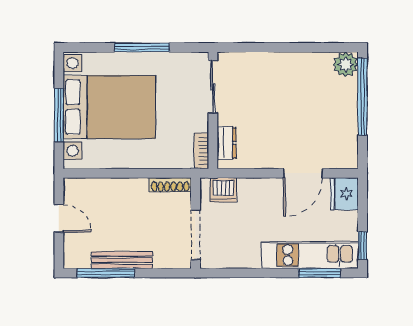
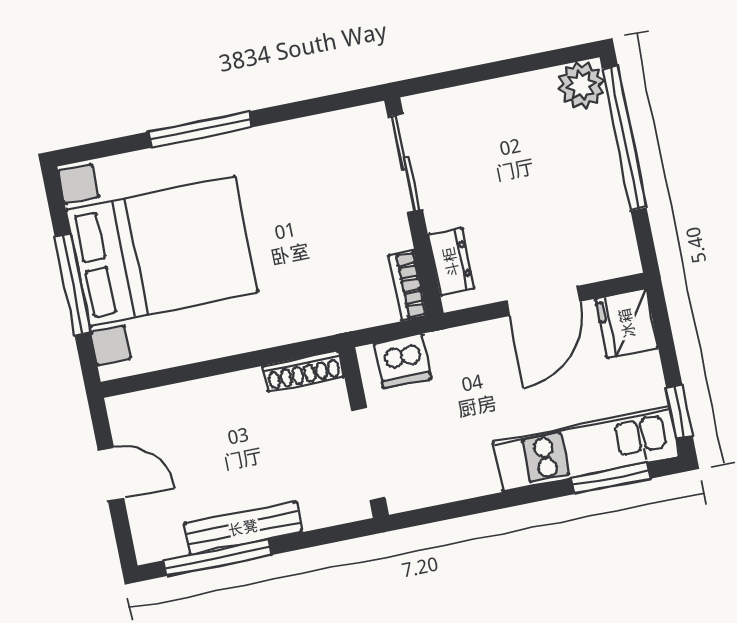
sliding door: (213, 87) -> (405, 163), moved
wall: (213, 110) -> (414, 207), moved
dresser: (227, 143) -> (451, 262), moved
bookcase: (201, 151) -> (408, 286), moved

